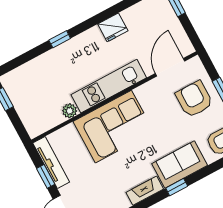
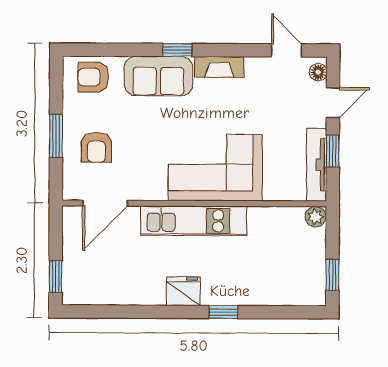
fridge: (113, 27) -> (183, 291), moved
armchair: (194, 99) -> (96, 147), width x0.72, depth x0.72
plant: (70, 111) -> (315, 217), moved

